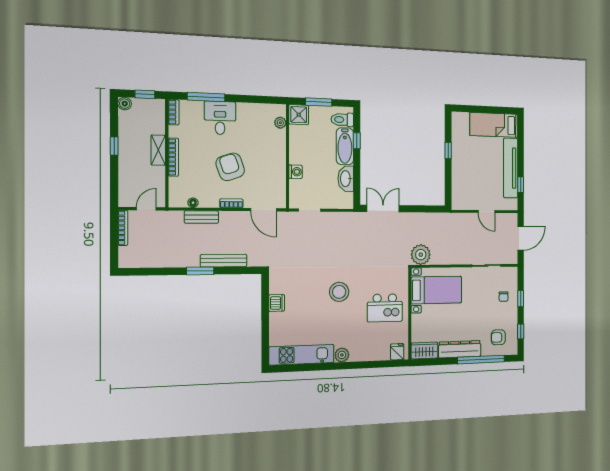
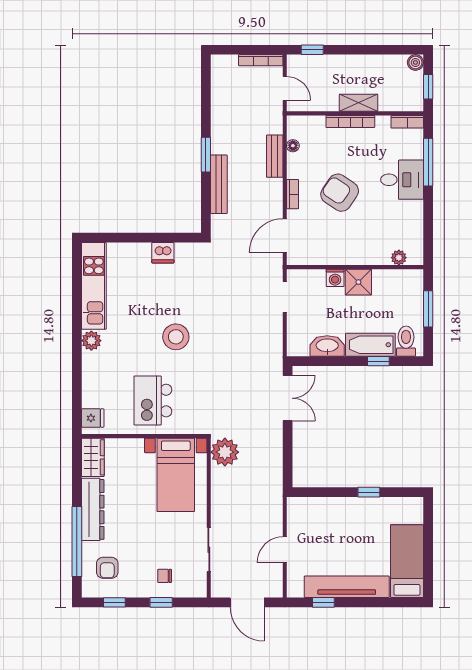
shower: (299, 115) -> (358, 282), moved
window: (114, 146) -> (312, 50), moved
armchair: (230, 167) -> (340, 193), turned -127
armchair: (498, 337) -> (107, 568), turned 180

